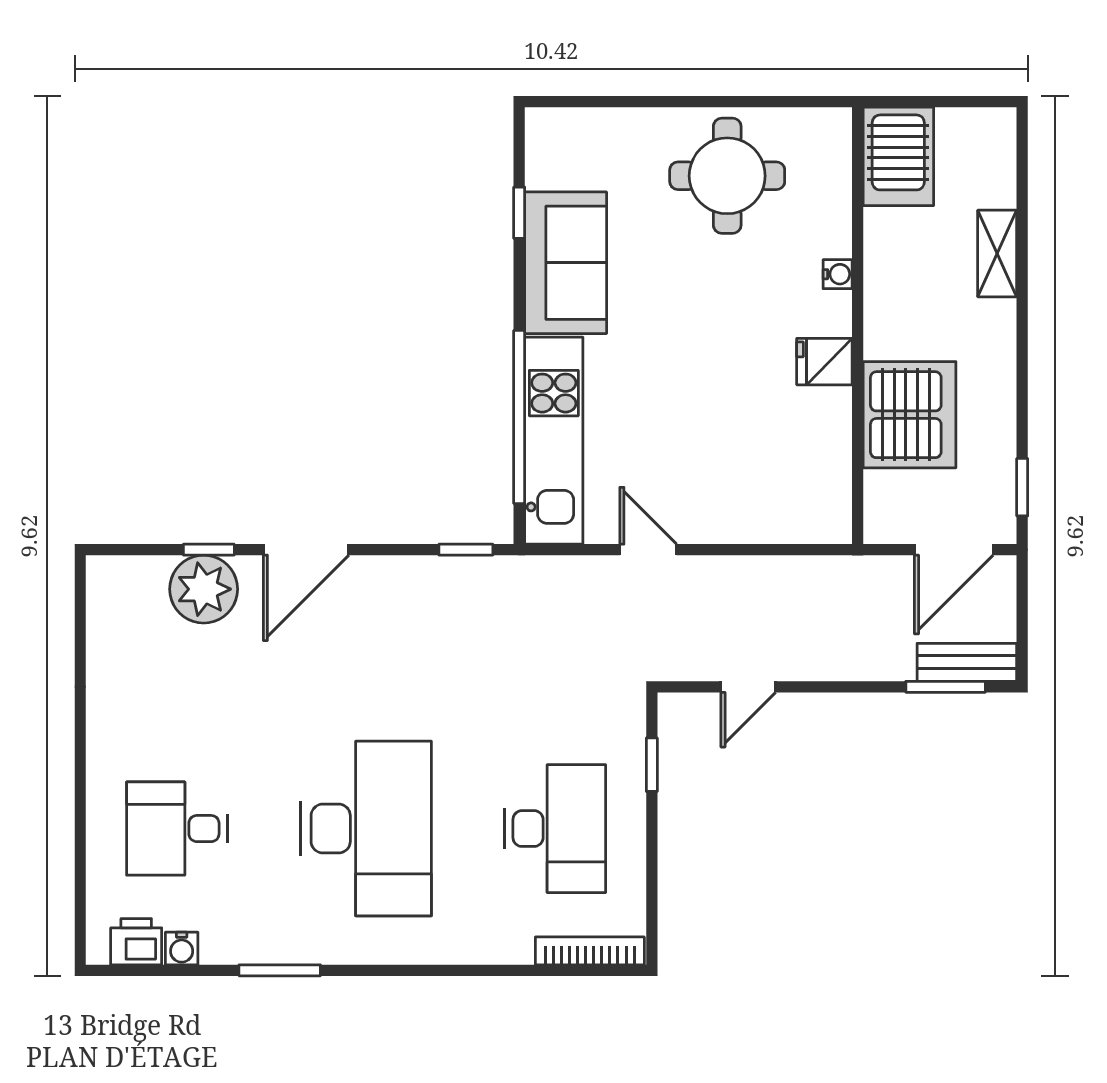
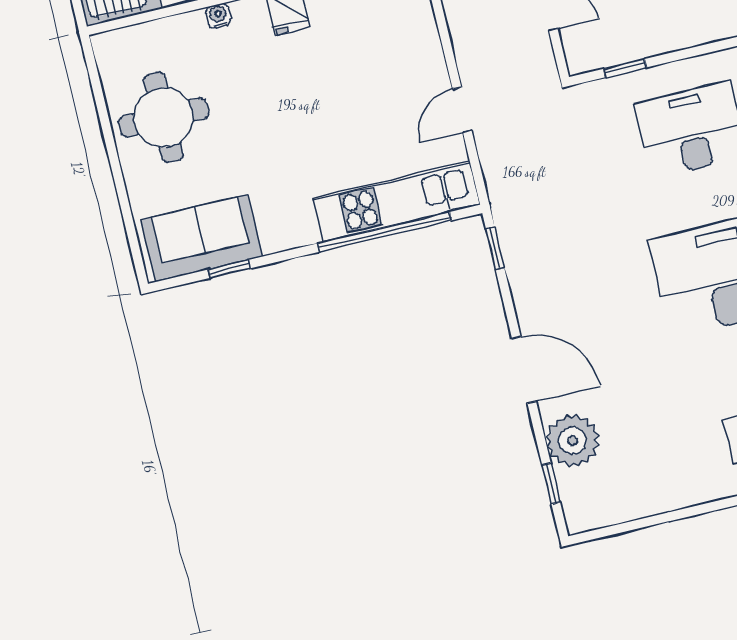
sofa: (566, 263) -> (202, 238), moved
window: (209, 550) -> (551, 484), moved

